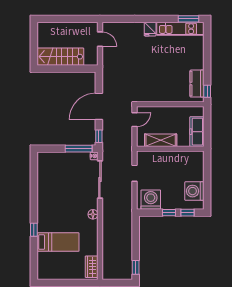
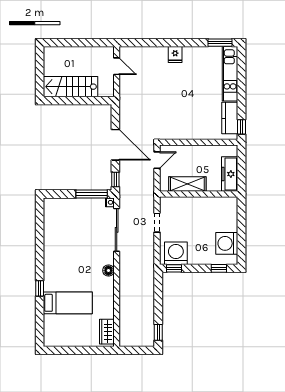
kitchen unit: (180, 29) -> (230, 74), moved, turned 90
door: (99, 106) -> (115, 145), swing flipped
window: (169, 213) -> (174, 268), moved

